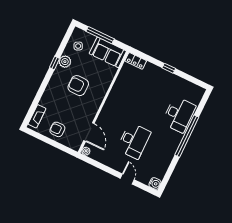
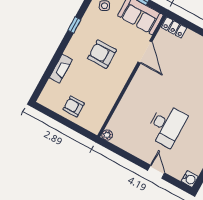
plant: (65, 62) -> (87, 24), removed
fireplace: (37, 116) -> (61, 69), moved
door: (89, 132) -> (145, 52), moved

